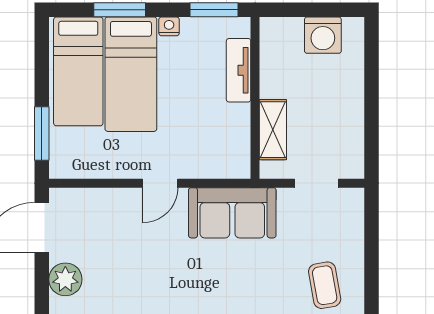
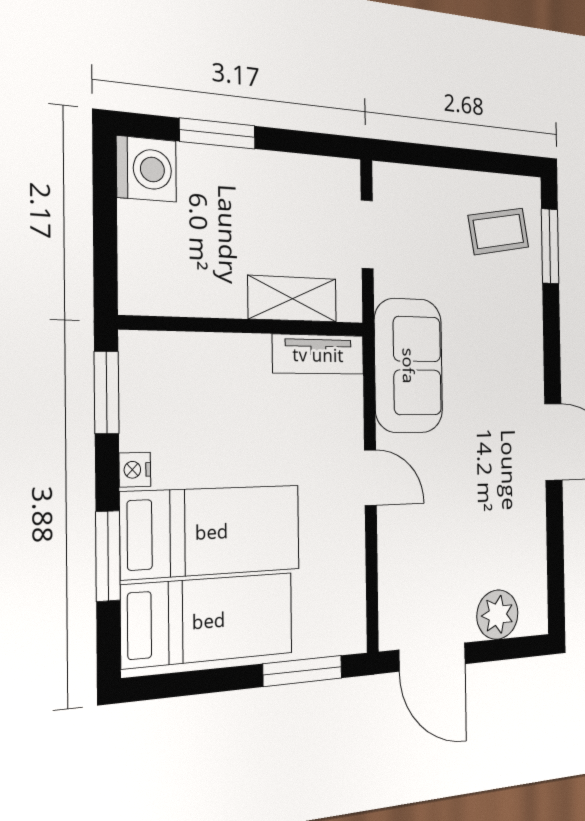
washing machine: (323, 35) -> (146, 169), moved
tv unit: (239, 70) -> (318, 354), moved
window: (372, 81) -> (218, 134), added

